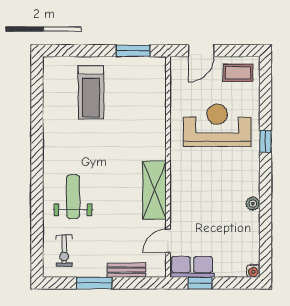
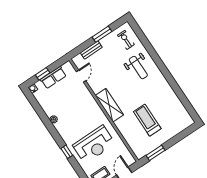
treadmill: (91, 92) -> (147, 120), moved
shelving: (155, 190) -> (109, 105), moved
row of seats: (192, 267) -> (53, 77), moved
window: (200, 283) -> (43, 74), moved

